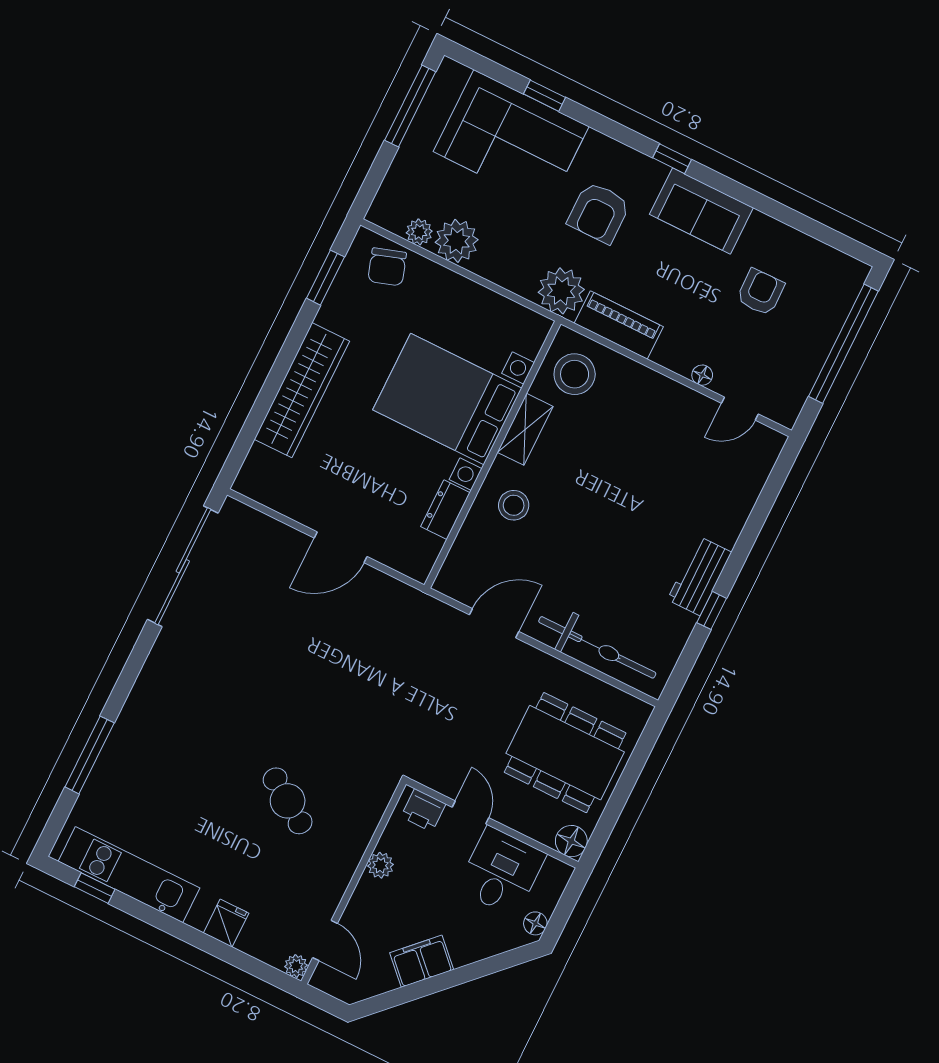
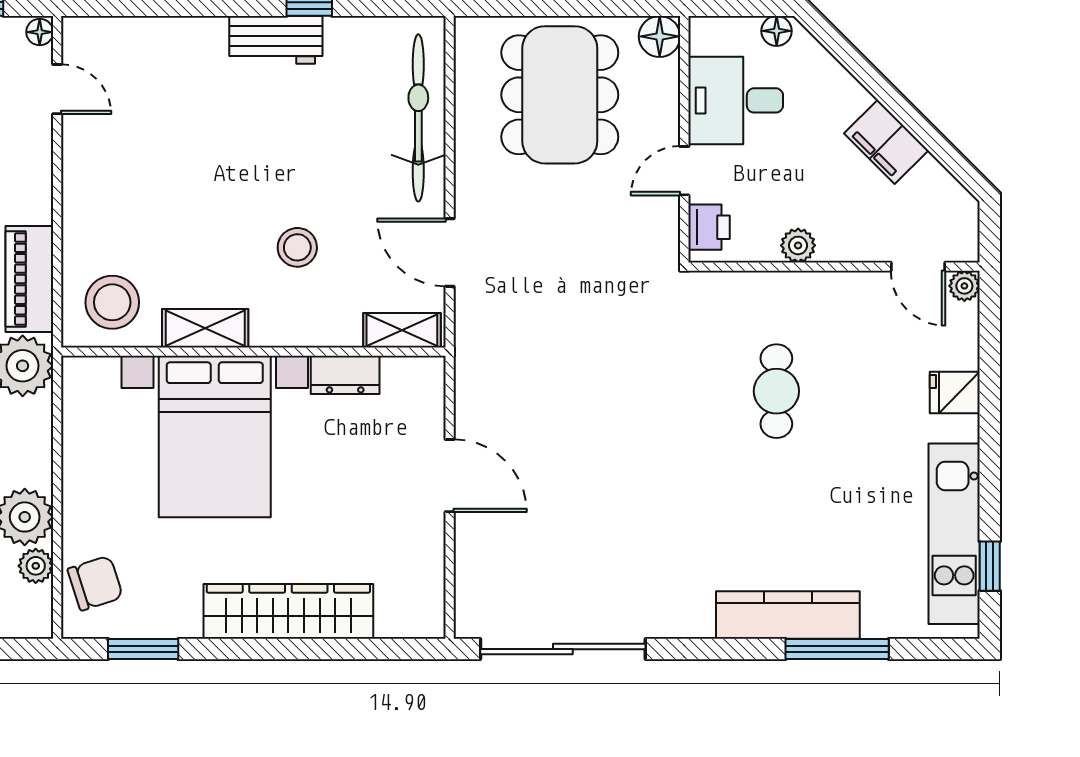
floor lamp: (702, 375) -> (40, 32), moved
stool: (514, 505) -> (297, 247), moved
shelving: (457, 564) -> (402, 330), added
kitchen counter: (130, 733) -> (788, 615), added
cafe table: (288, 801) -> (776, 391), turned -34
door: (325, 941) -> (918, 267), swing flipped

